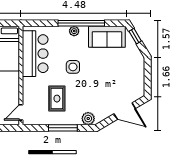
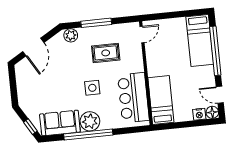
plant: (74, 31) -> (90, 121), width x1.87, depth x1.87
rug: (57, 99) -> (106, 53), turned 90
door: (125, 111) -> (33, 47), swing flipped

